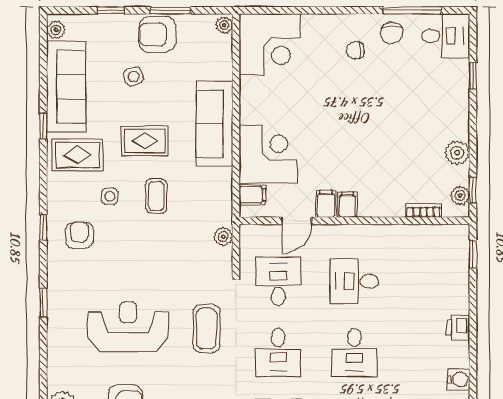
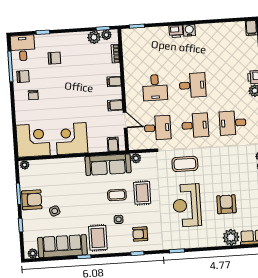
armchair: (157, 34) -> (32, 200), turned -90
chair: (423, 95) -> (54, 58), added
sofa: (214, 124) -> (108, 165), moved
rug: (145, 141) -> (142, 193), moved
plant: (457, 153) -> (94, 37), moved
corner desk: (268, 154) -> (72, 139), moved
filing cabinet: (347, 205) -> (114, 81), moved
desk: (278, 281) -> (158, 128), turned 180
water cooler: (459, 379) -> (189, 30), moved

